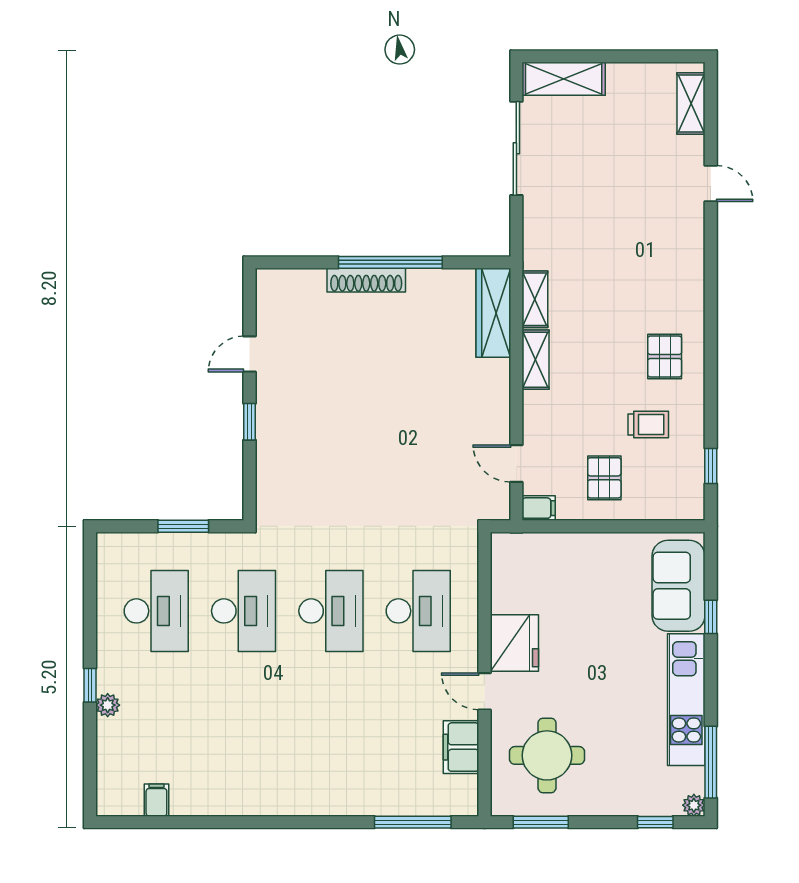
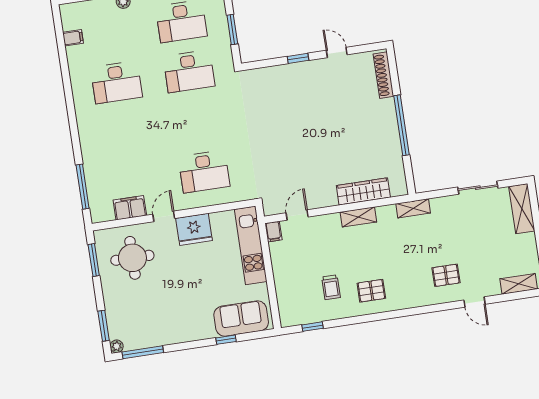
sliding door: (516, 148) -> (478, 188), width x0.73
door: (711, 184) -> (474, 302), hinge flipped
shoe rack: (366, 280) -> (384, 75), moved
shelving: (535, 299) -> (413, 208), moved
wardrobe: (493, 313) -> (363, 191), moved
pallet: (604, 478) -> (446, 275), moved
desk: (331, 611) -> (116, 82), moved
kitchen unit: (686, 700) -> (251, 245), moved, turned -90
window: (655, 822) -> (104, 326), width x1.50

